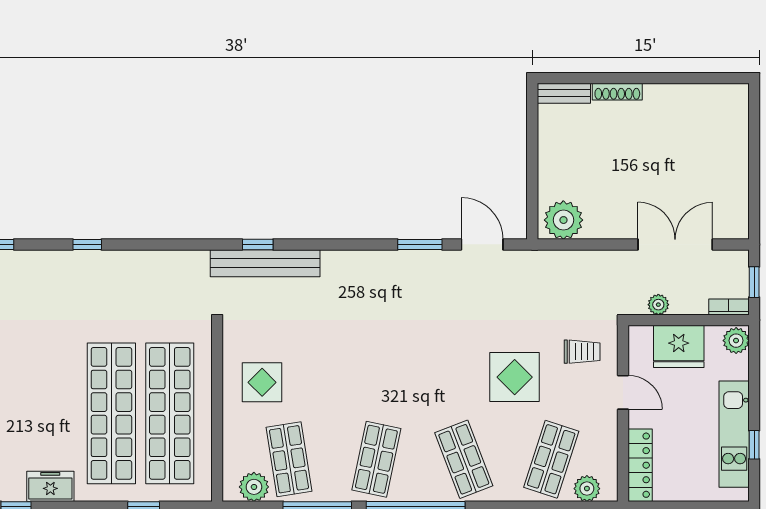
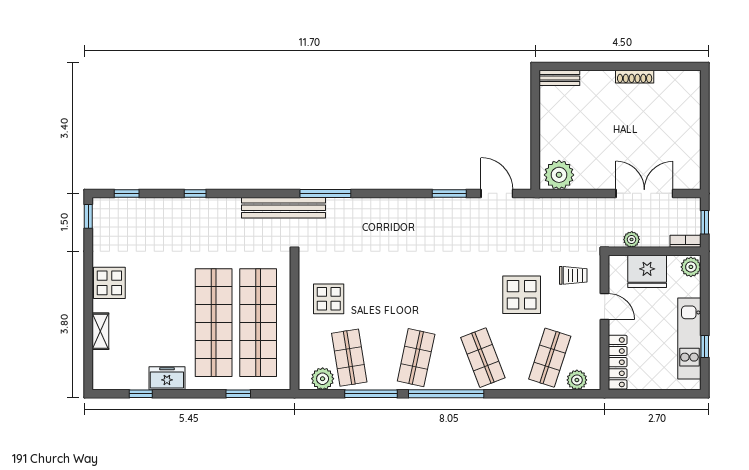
shoe rack: (617, 92) -> (635, 77), moved
window: (258, 244) -> (325, 193), width x2.17
bench: (265, 263) -> (283, 208), moved

